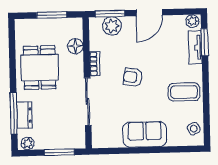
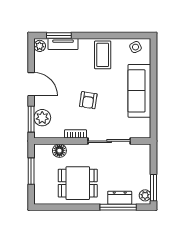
sofa: (145, 134) -> (139, 91), width x1.36
window: (59, 152) -> (154, 188), moved

